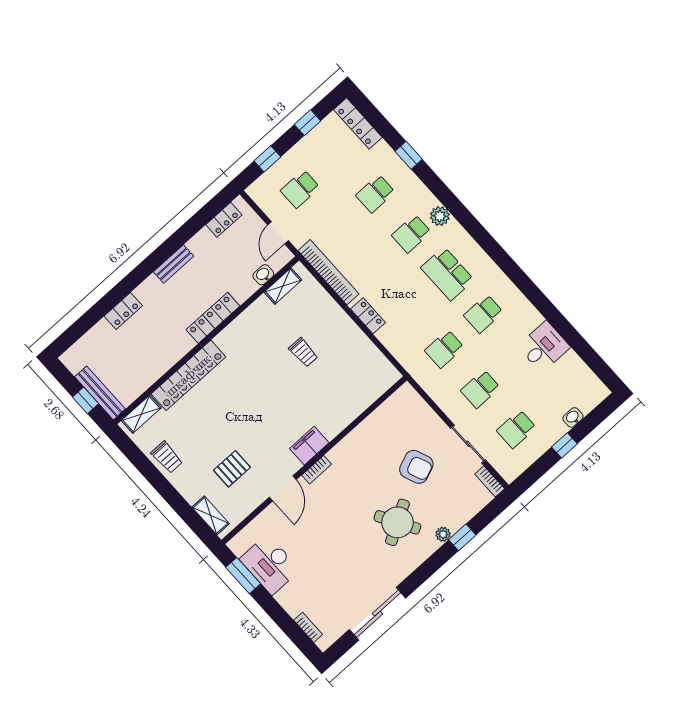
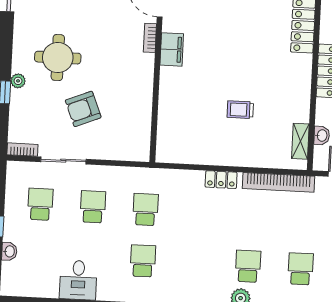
school desk: (447, 274) -> (195, 264), removed
round table: (397, 522) -> (58, 58), turned 30

